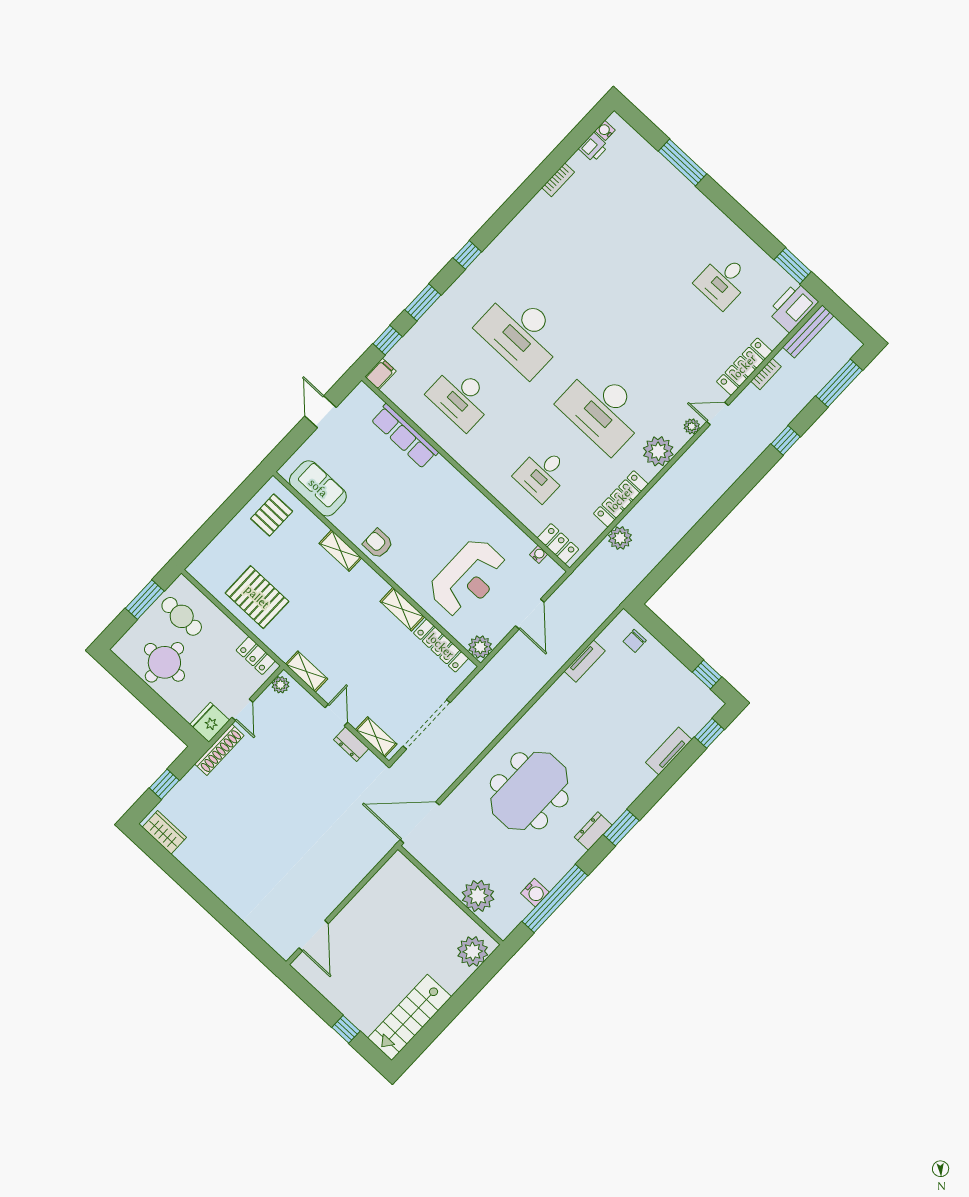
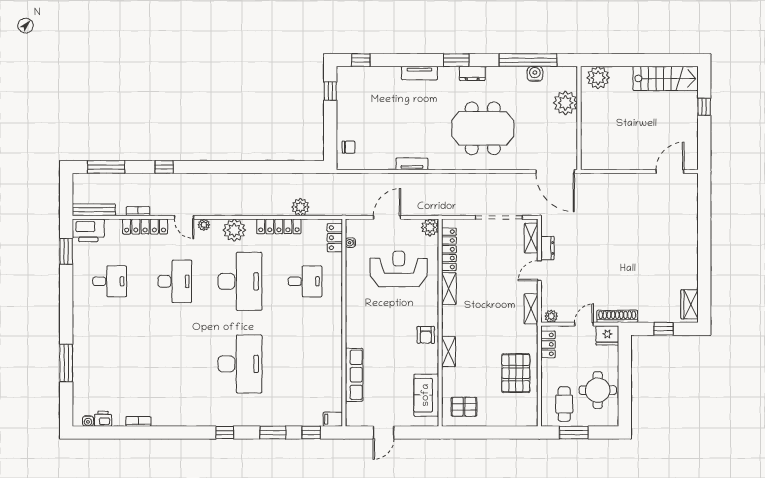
desk: (461, 398) -> (175, 281), moved
tv unit: (585, 661) -> (412, 164), moved
tv unit: (669, 751) -> (419, 73), moved

